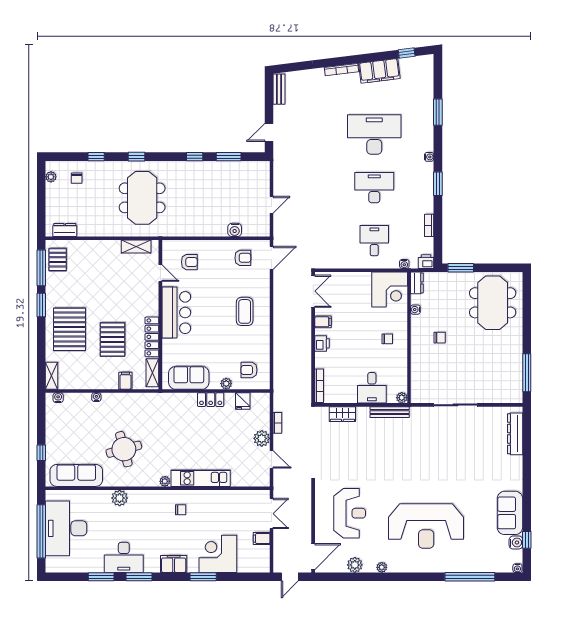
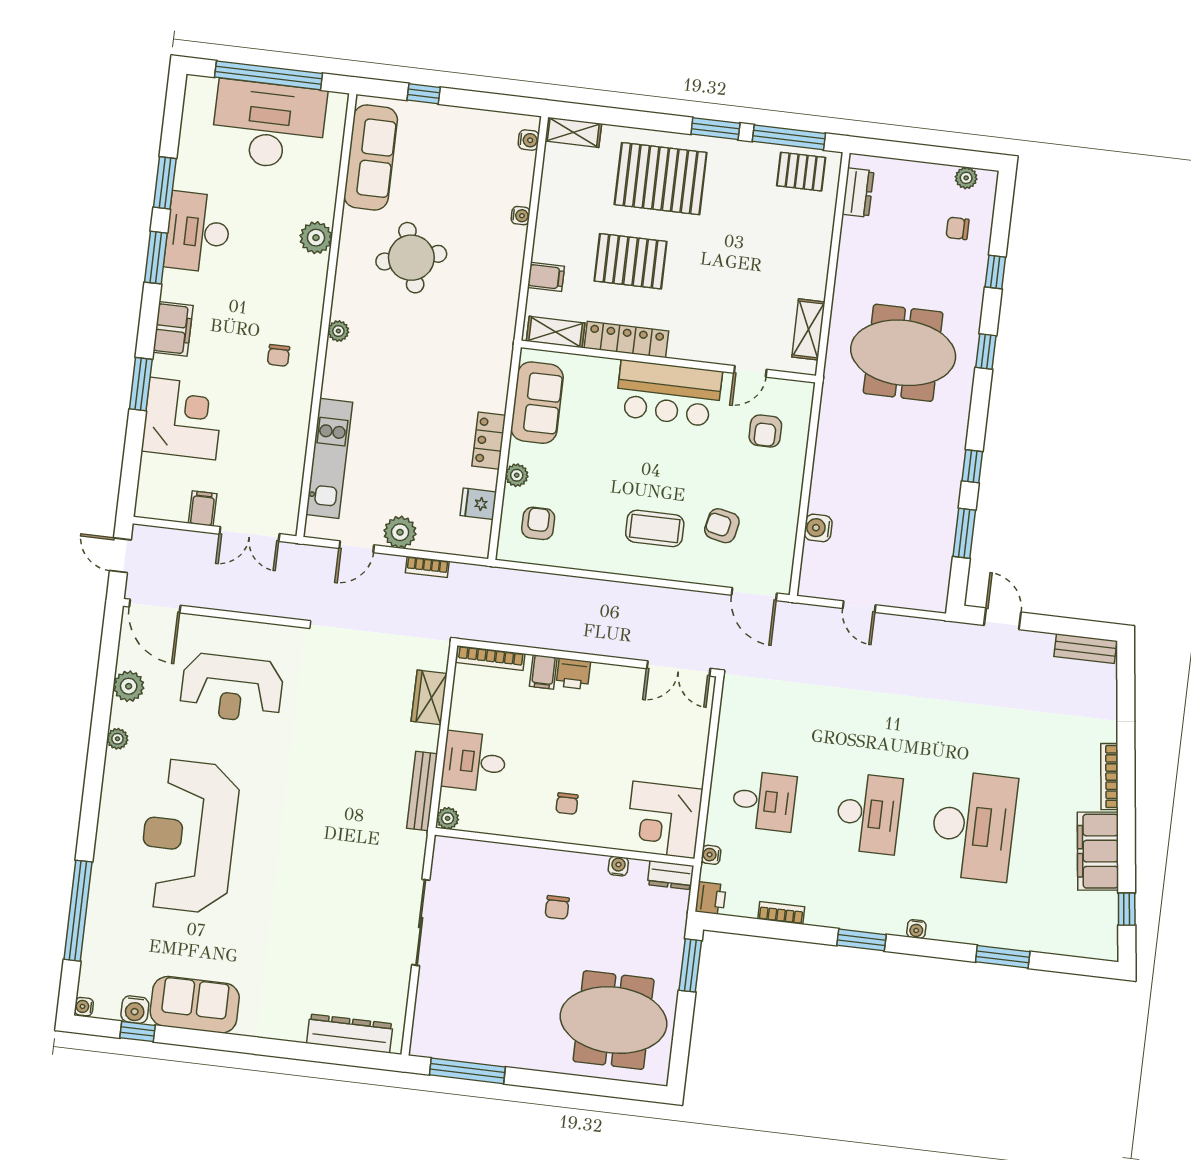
armchair: (243, 258) -> (722, 526), moved, turned 102
filing cabinet: (323, 322) -> (543, 672), moved
kitchen unit: (201, 478) -> (329, 458), moved

